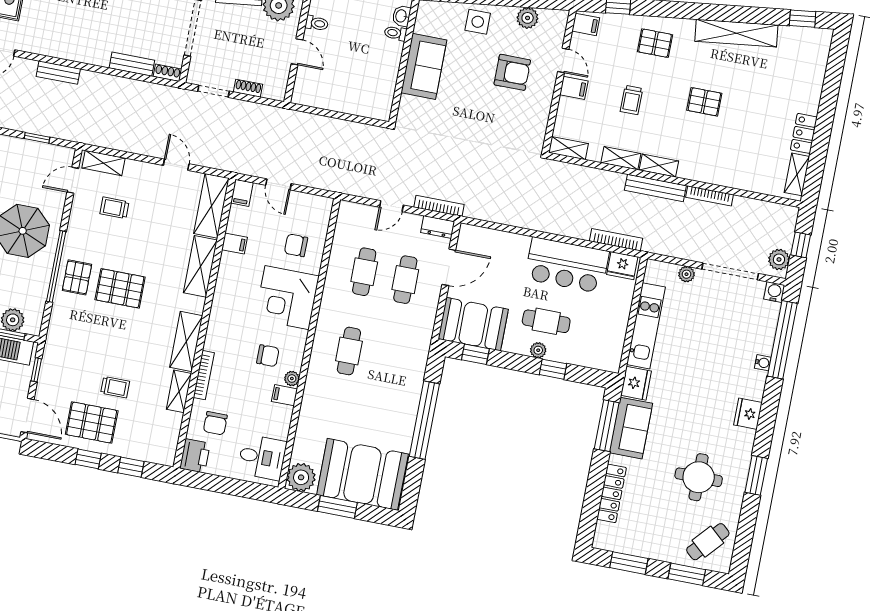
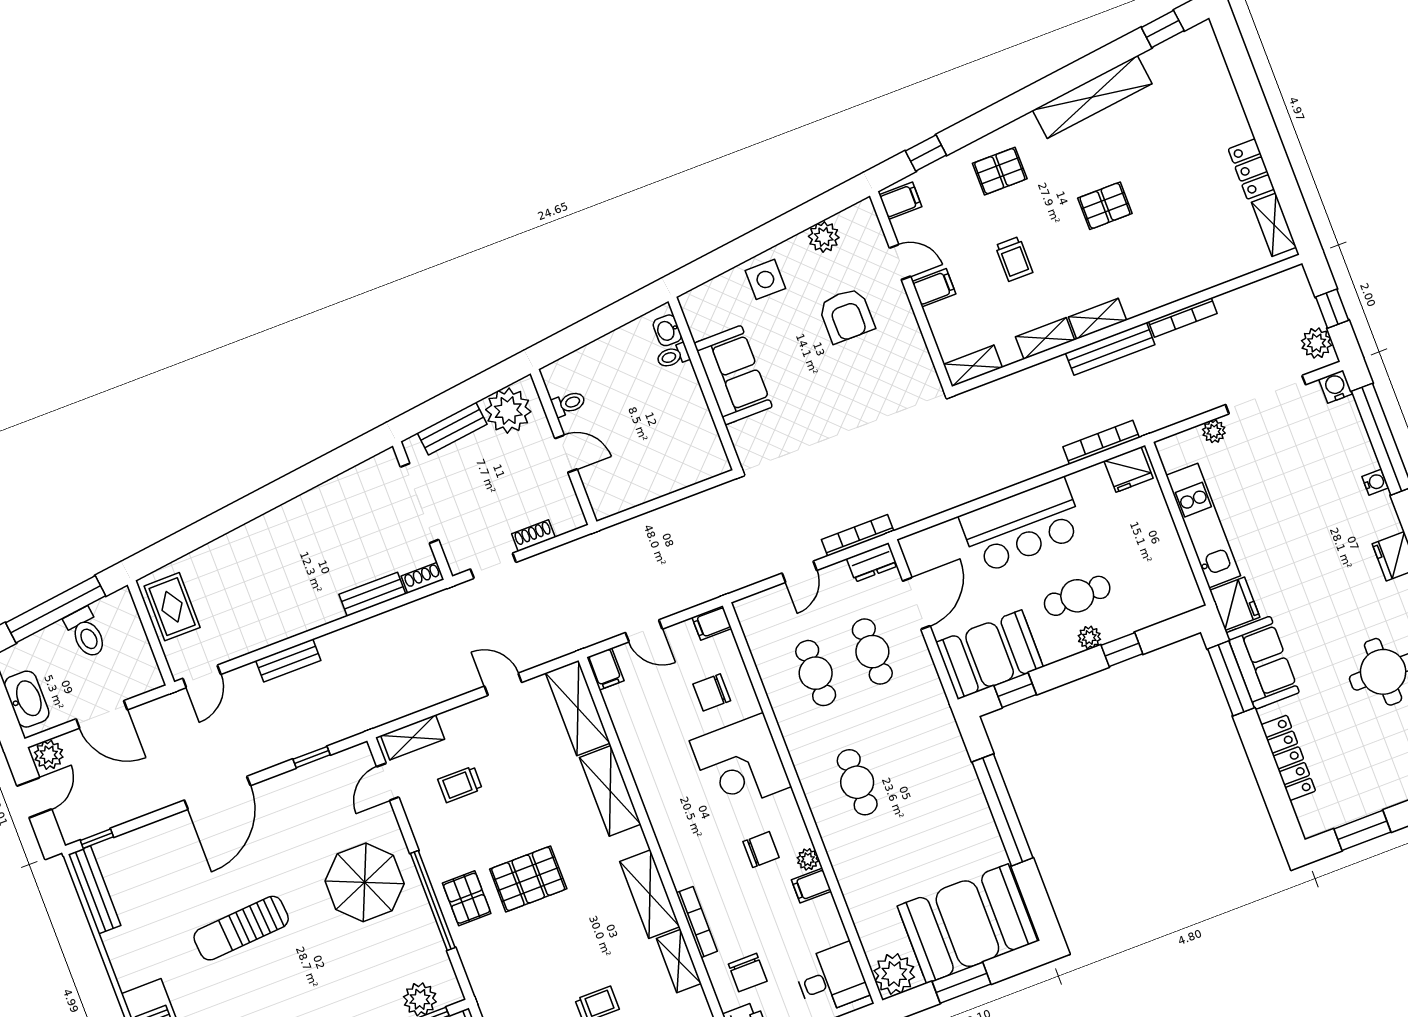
armchair: (512, 72) -> (846, 315), turned 90
filing cabinet: (234, 243) -> (712, 623), moved, turned 180
bar counter: (567, 265) -> (1022, 525), moved

